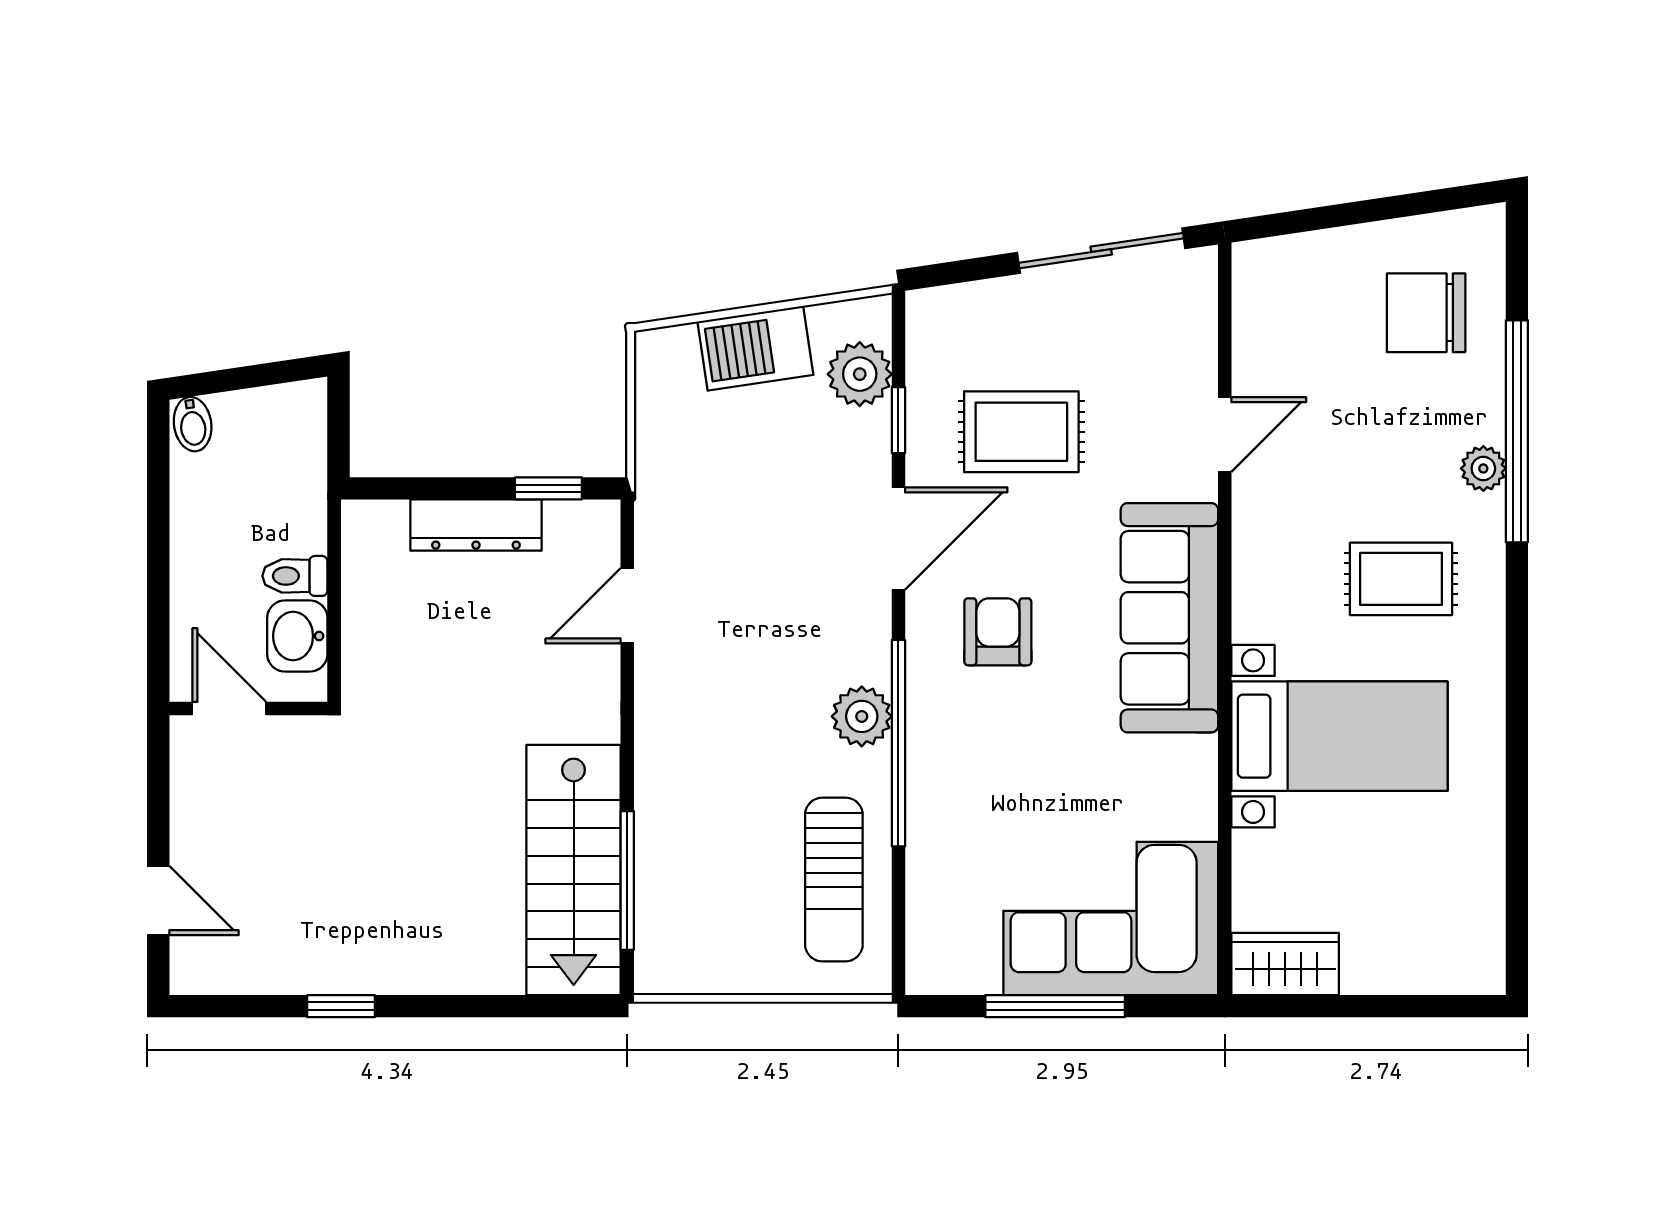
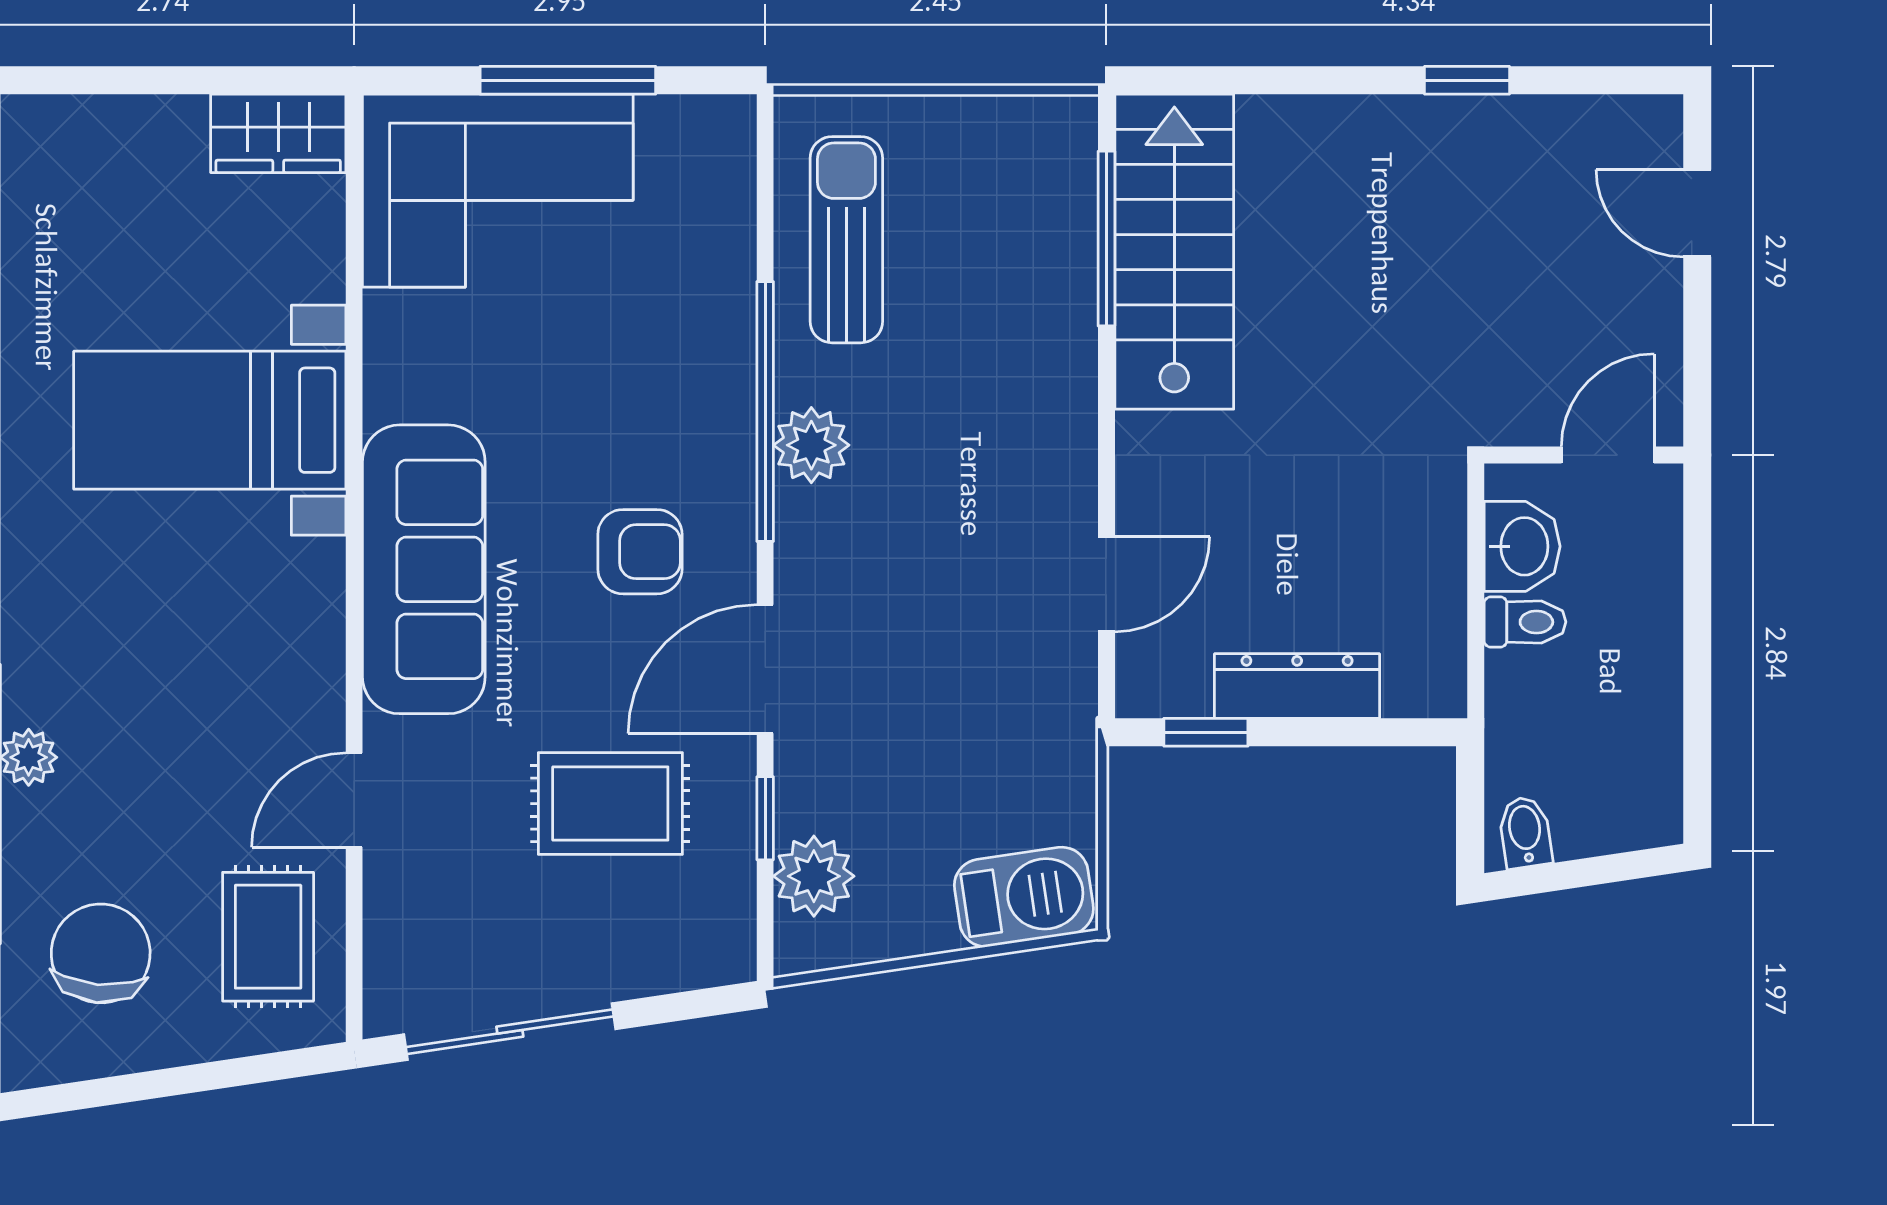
chair: (1426, 313) -> (101, 953), turned -85
barbecue: (755, 348) -> (1024, 897), moved
bidet: (193, 424) -> (1525, 832), moved
rug: (1401, 579) -> (268, 937), moved, turned 90
armchair: (998, 632) -> (640, 552), turned -90
door: (229, 709) -> (1608, 455), swing flipped

